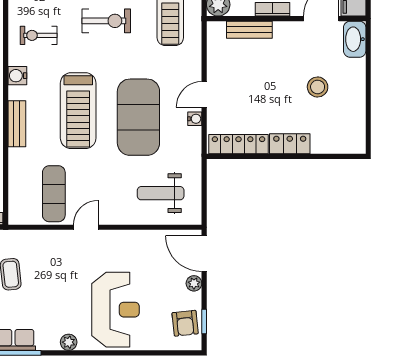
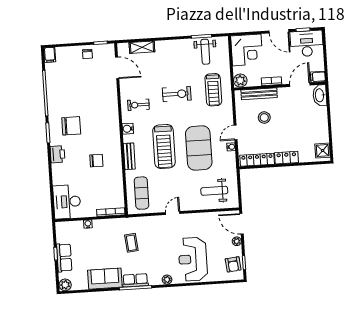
bench: (249, 30) -> (259, 94), width x1.36
stool: (318, 87) -> (264, 118), moved
shower: (353, 136) -> (323, 151), added
exercise mat: (54, 194) -> (142, 193), moved
reception desk: (116, 310) -> (193, 259), turned 180

